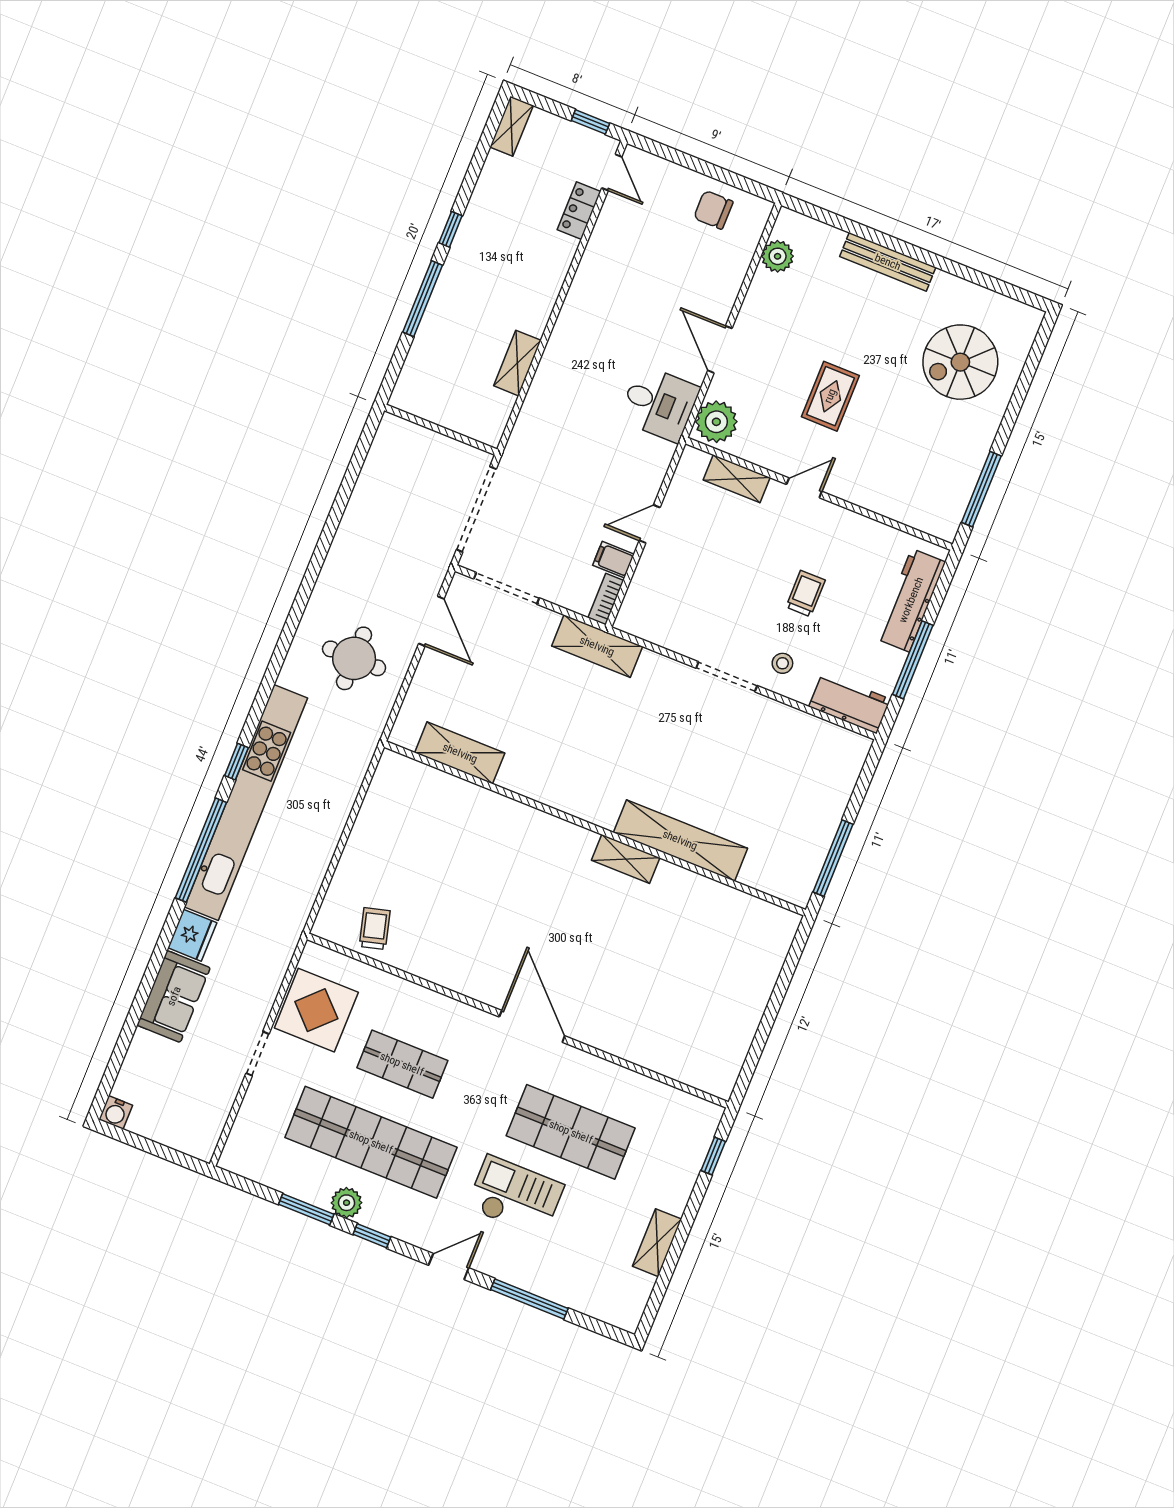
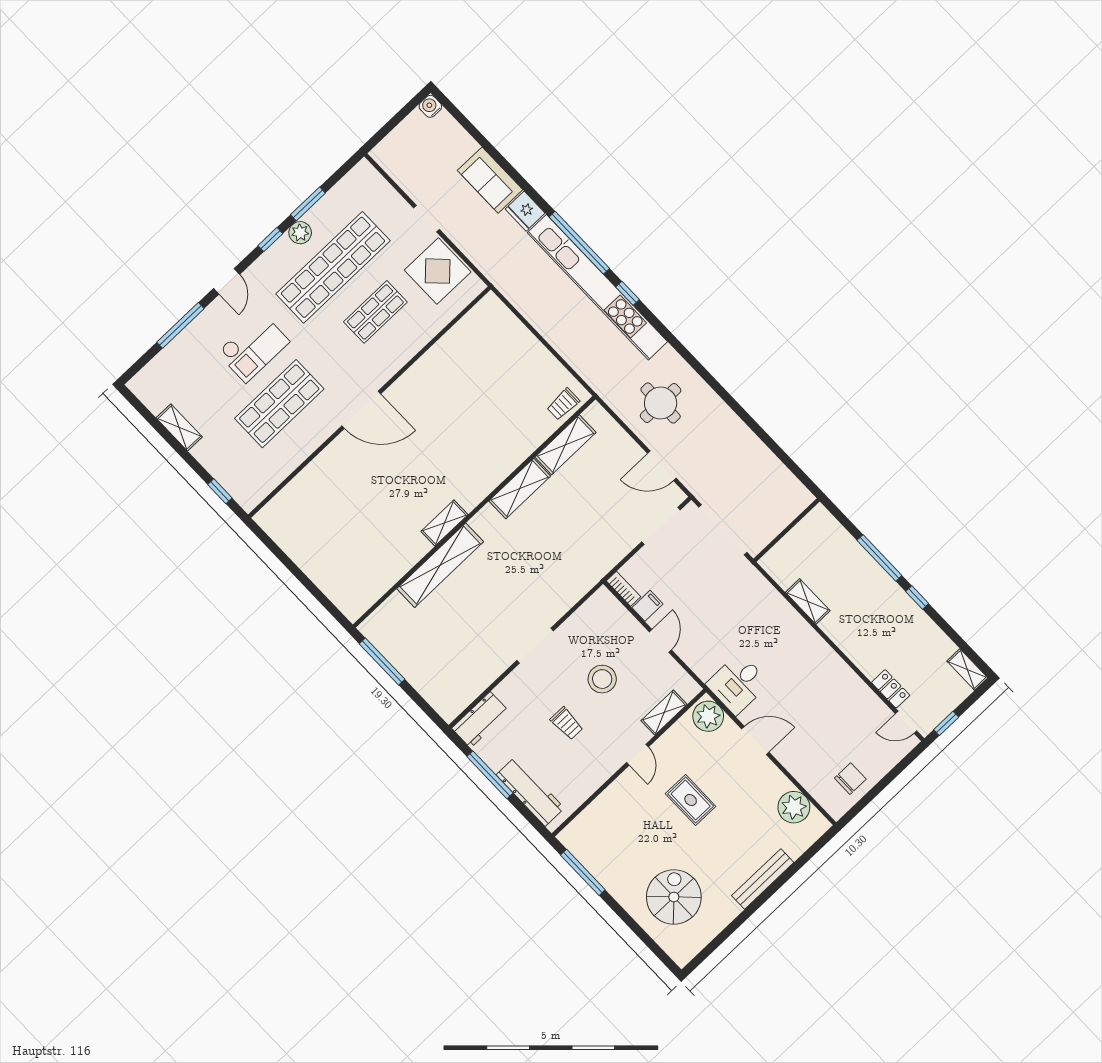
plant: (778, 256) -> (794, 807), width x1.36, depth x1.36
shelving: (597, 646) -> (520, 489), moved
stool: (782, 663) -> (602, 679), moved, width x1.89, depth x1.89
trolley: (375, 929) -> (563, 404), moved, turned 105

